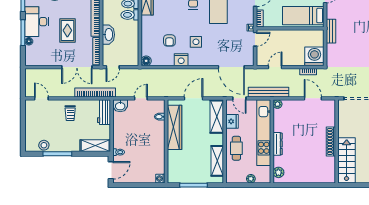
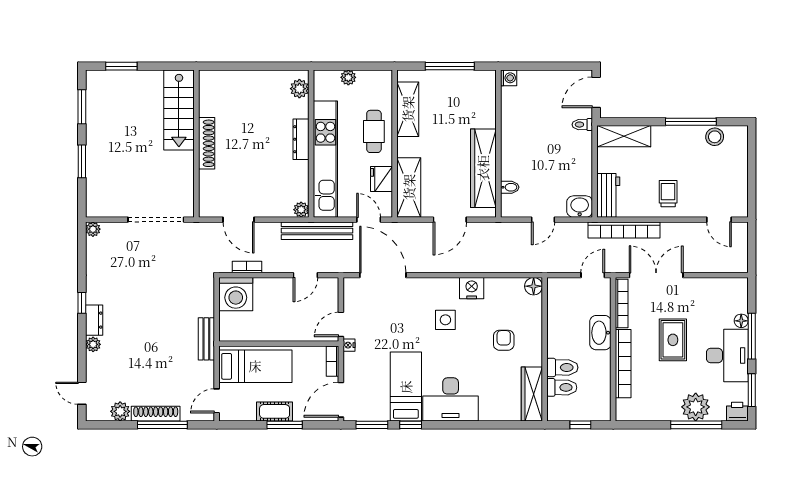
armchair: (169, 40) -> (504, 340), moved

